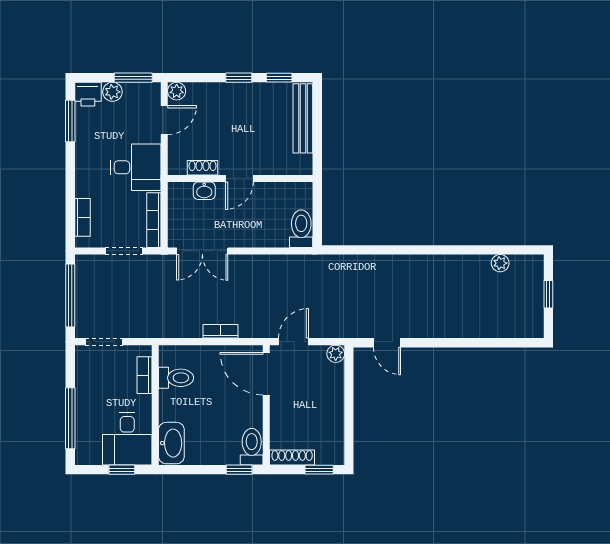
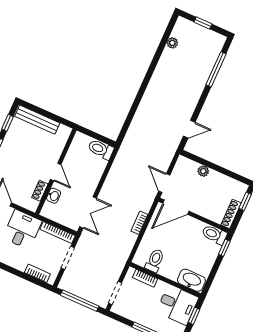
window: (490, 343) -> (216, 69), added
plant: (336, 354) -> (203, 171), moved

